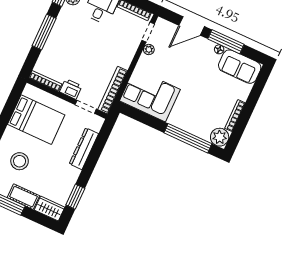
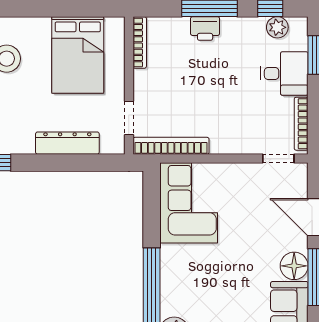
plant: (149, 49) -> (254, 171), removed
floor lamp: (219, 49) -> (294, 266), width x1.89, depth x1.89
printer: (71, 89) -> (205, 28), moved, turned 90

